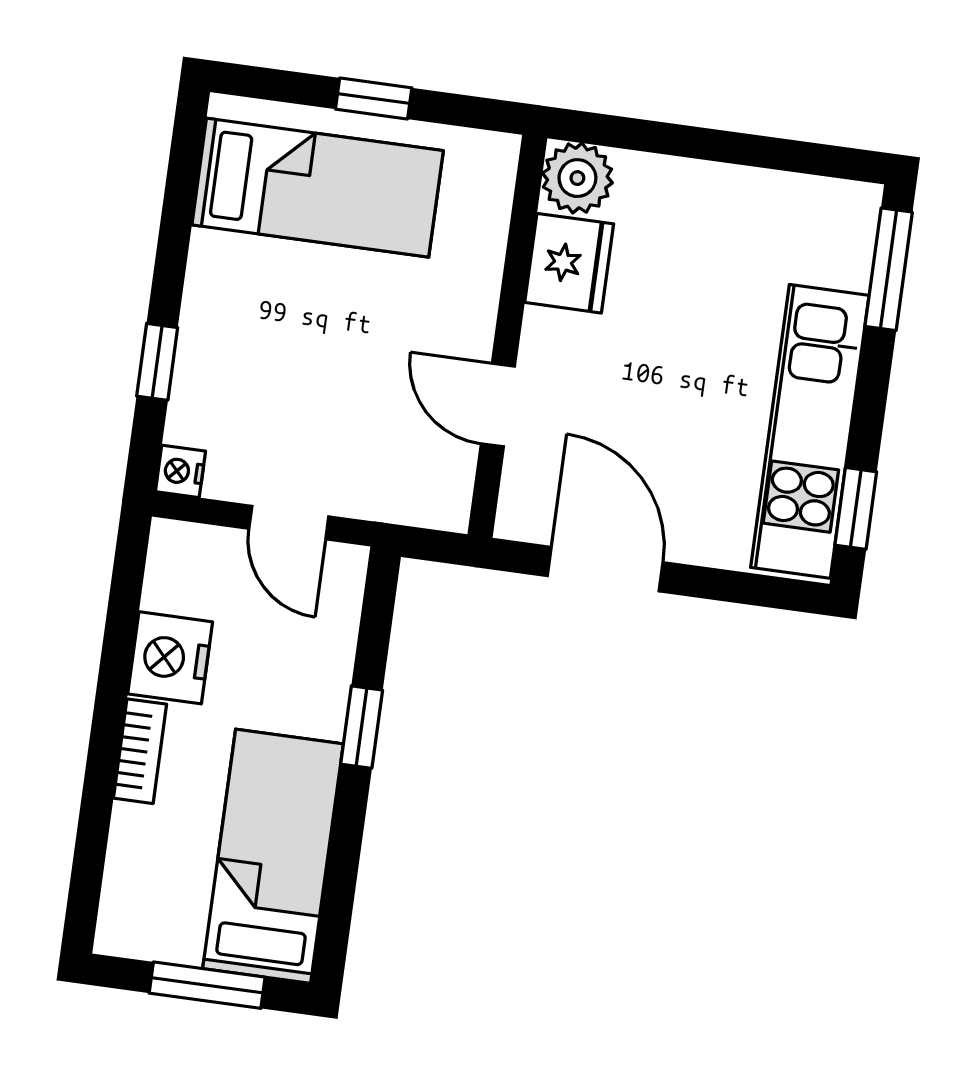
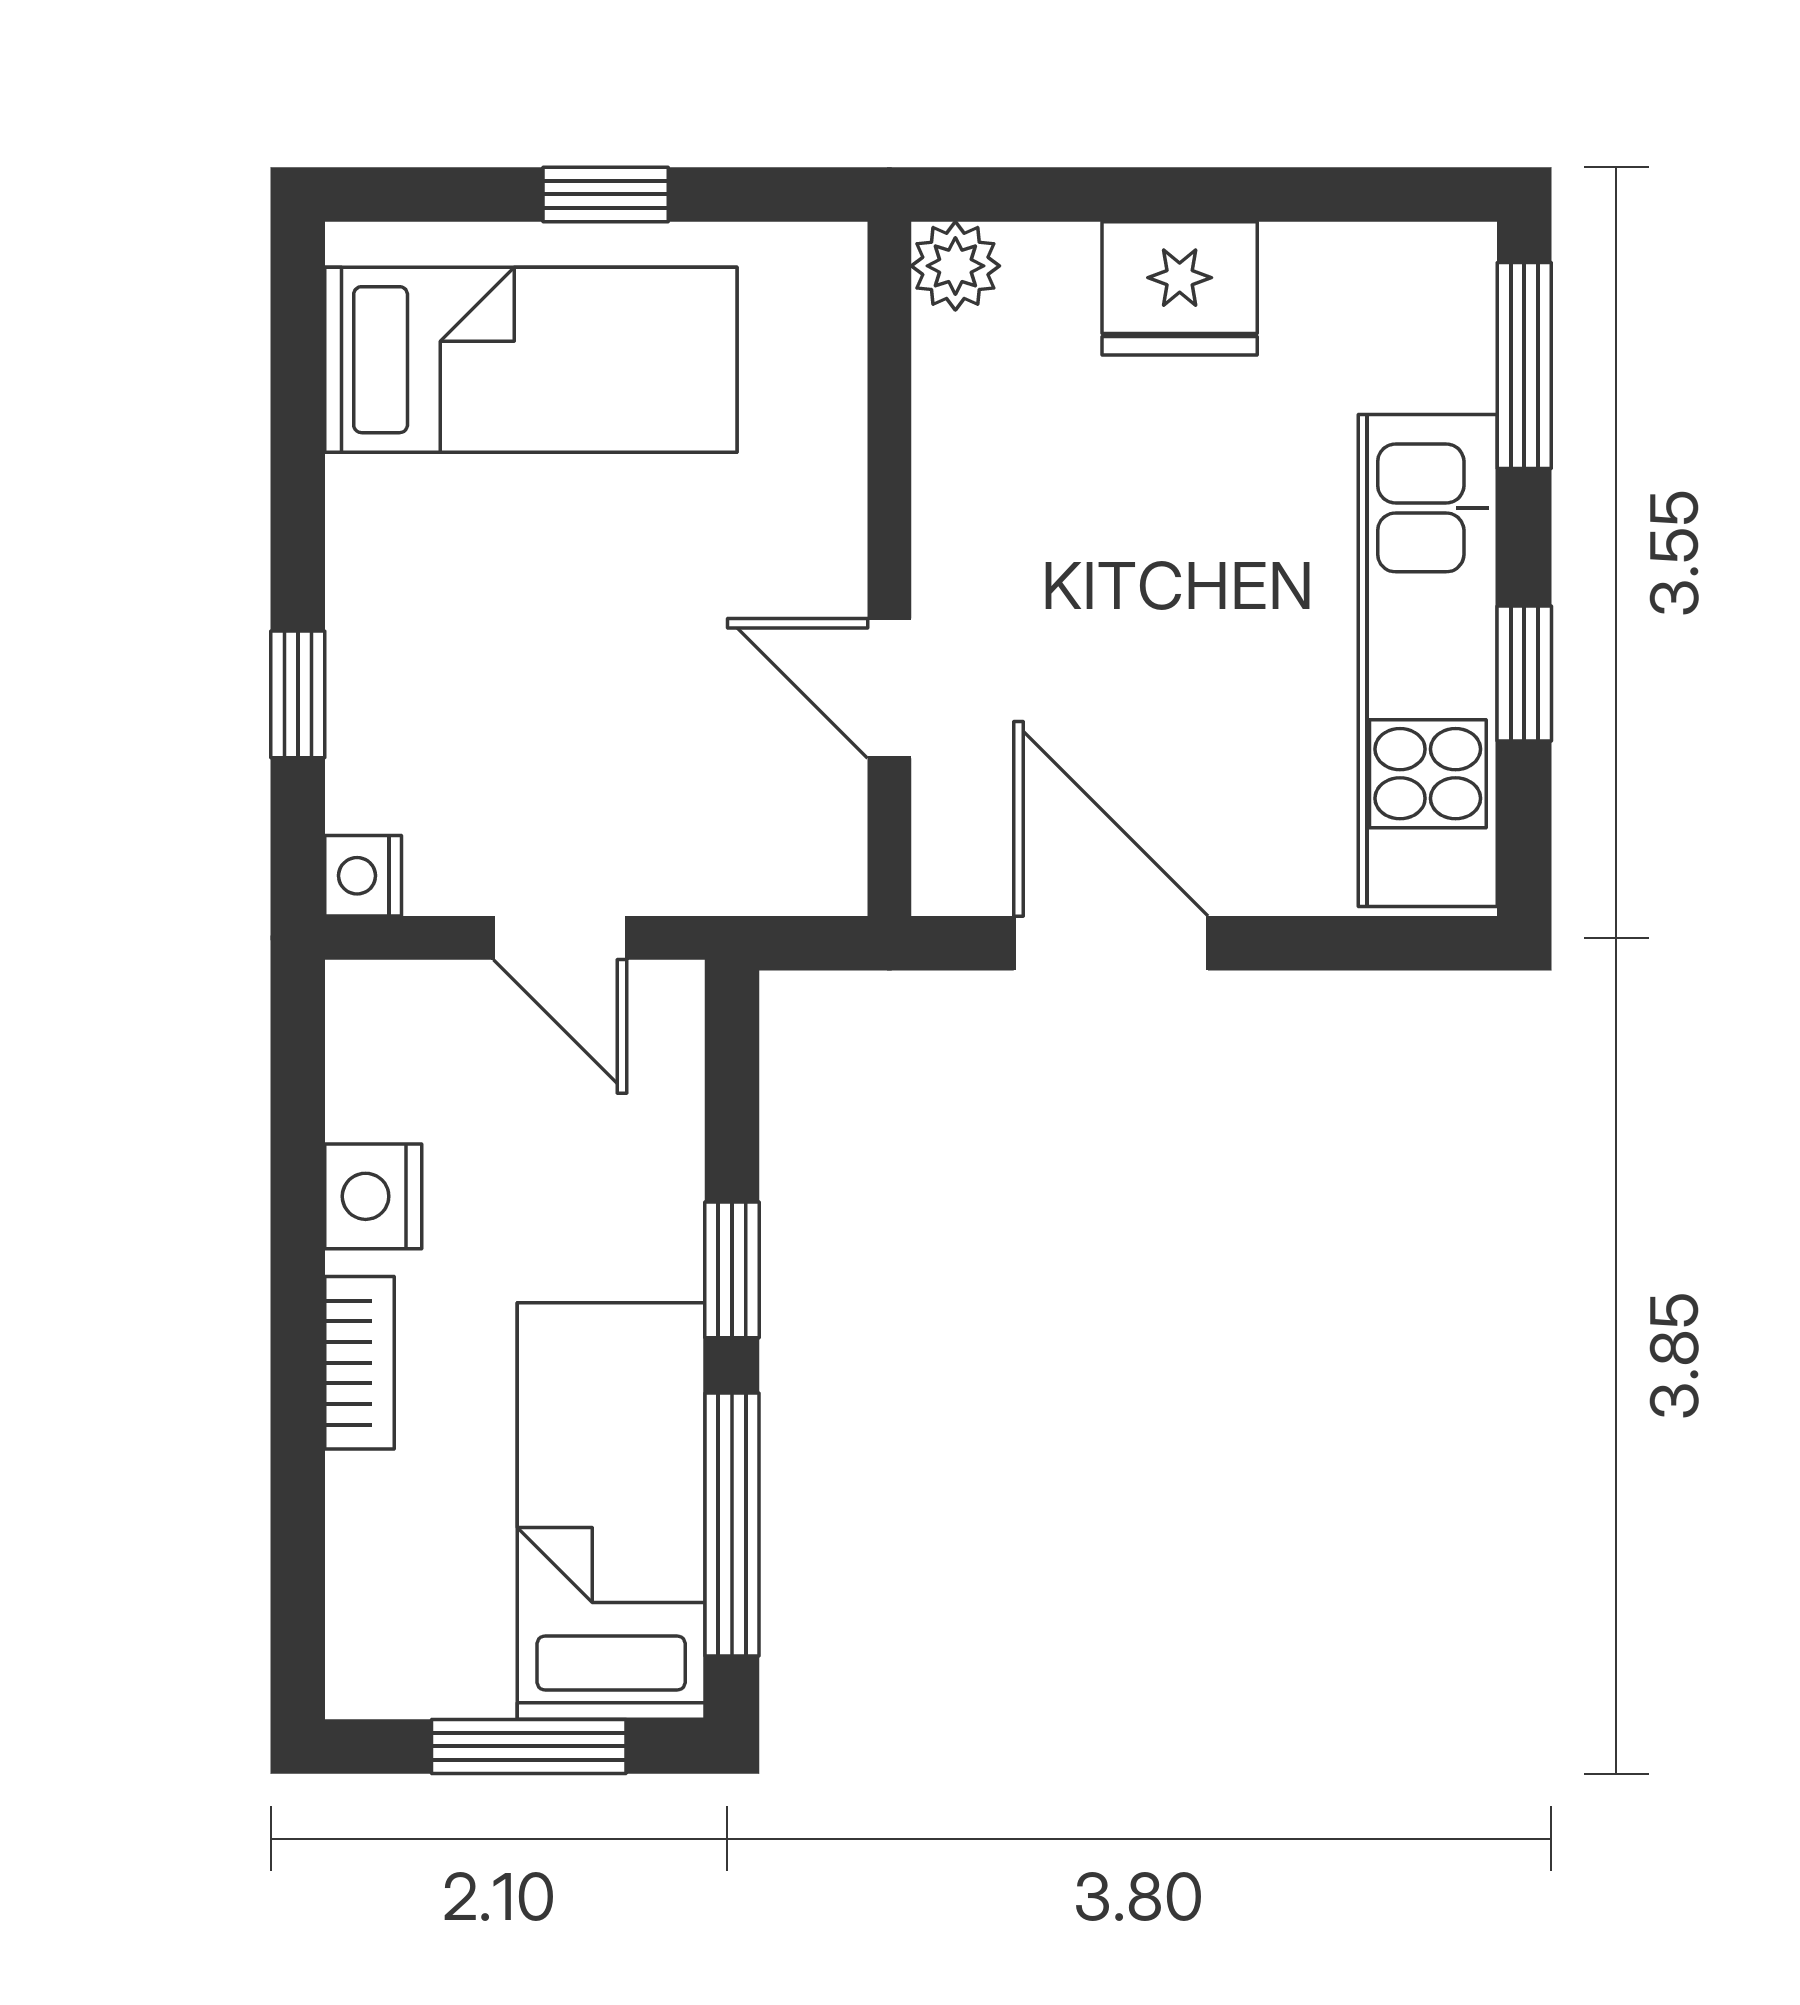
plant: (577, 178) -> (955, 266), width x0.73, depth x0.73
fridge: (569, 263) -> (1180, 288), moved, turned 90
window: (856, 508) -> (1524, 673), moved
nightstand: (170, 658) -> (373, 1196), width x0.74, depth x0.75
window: (341, 874) -> (732, 1525), added

